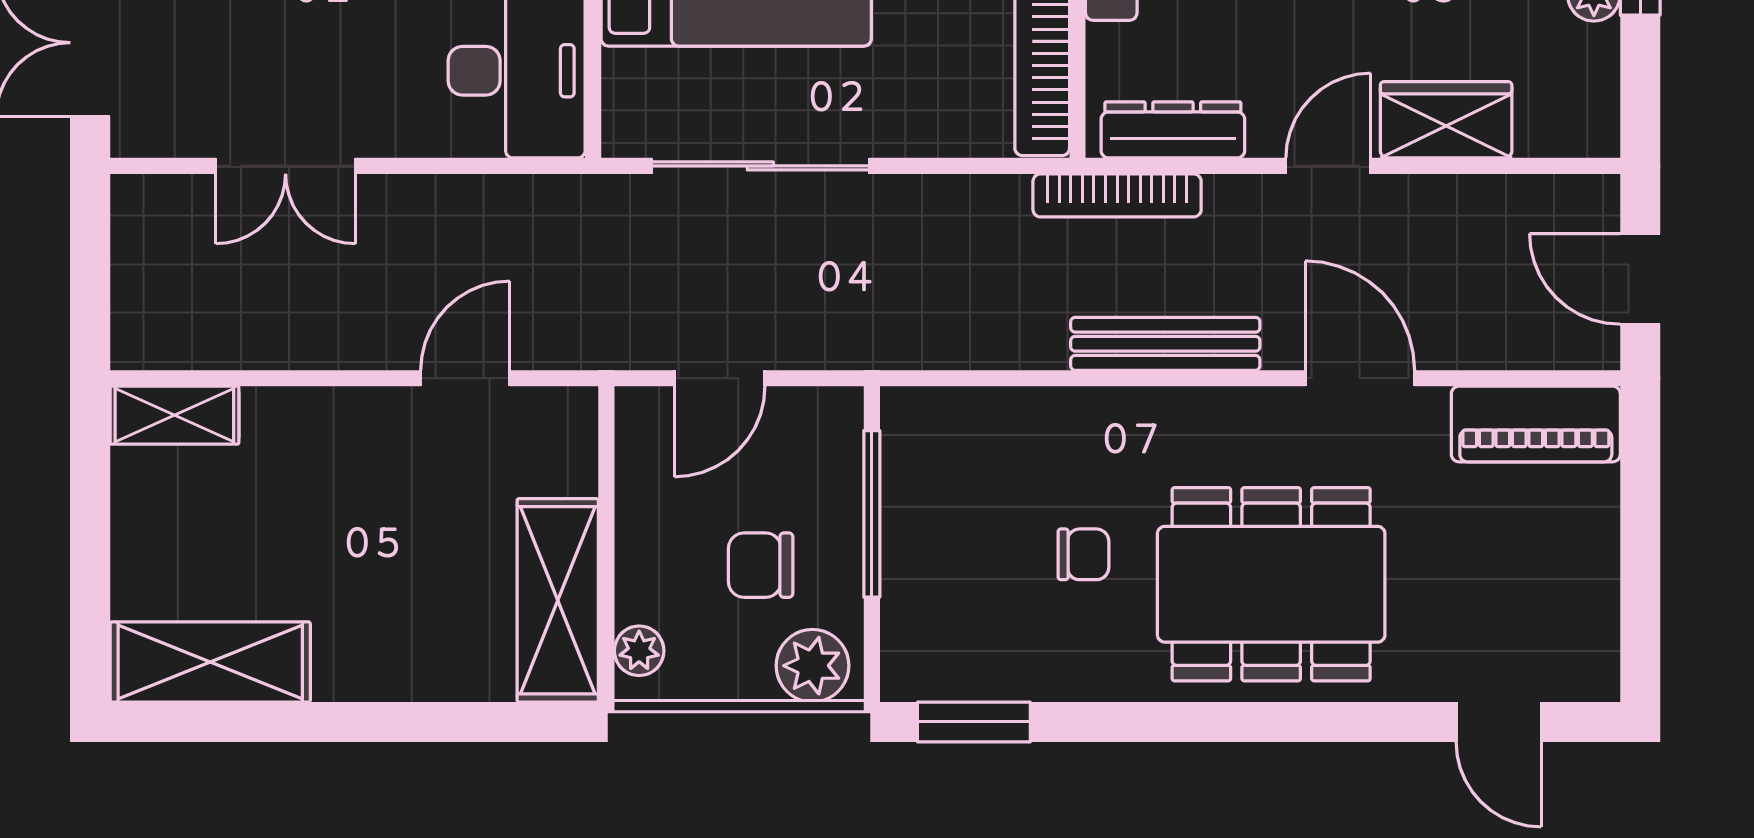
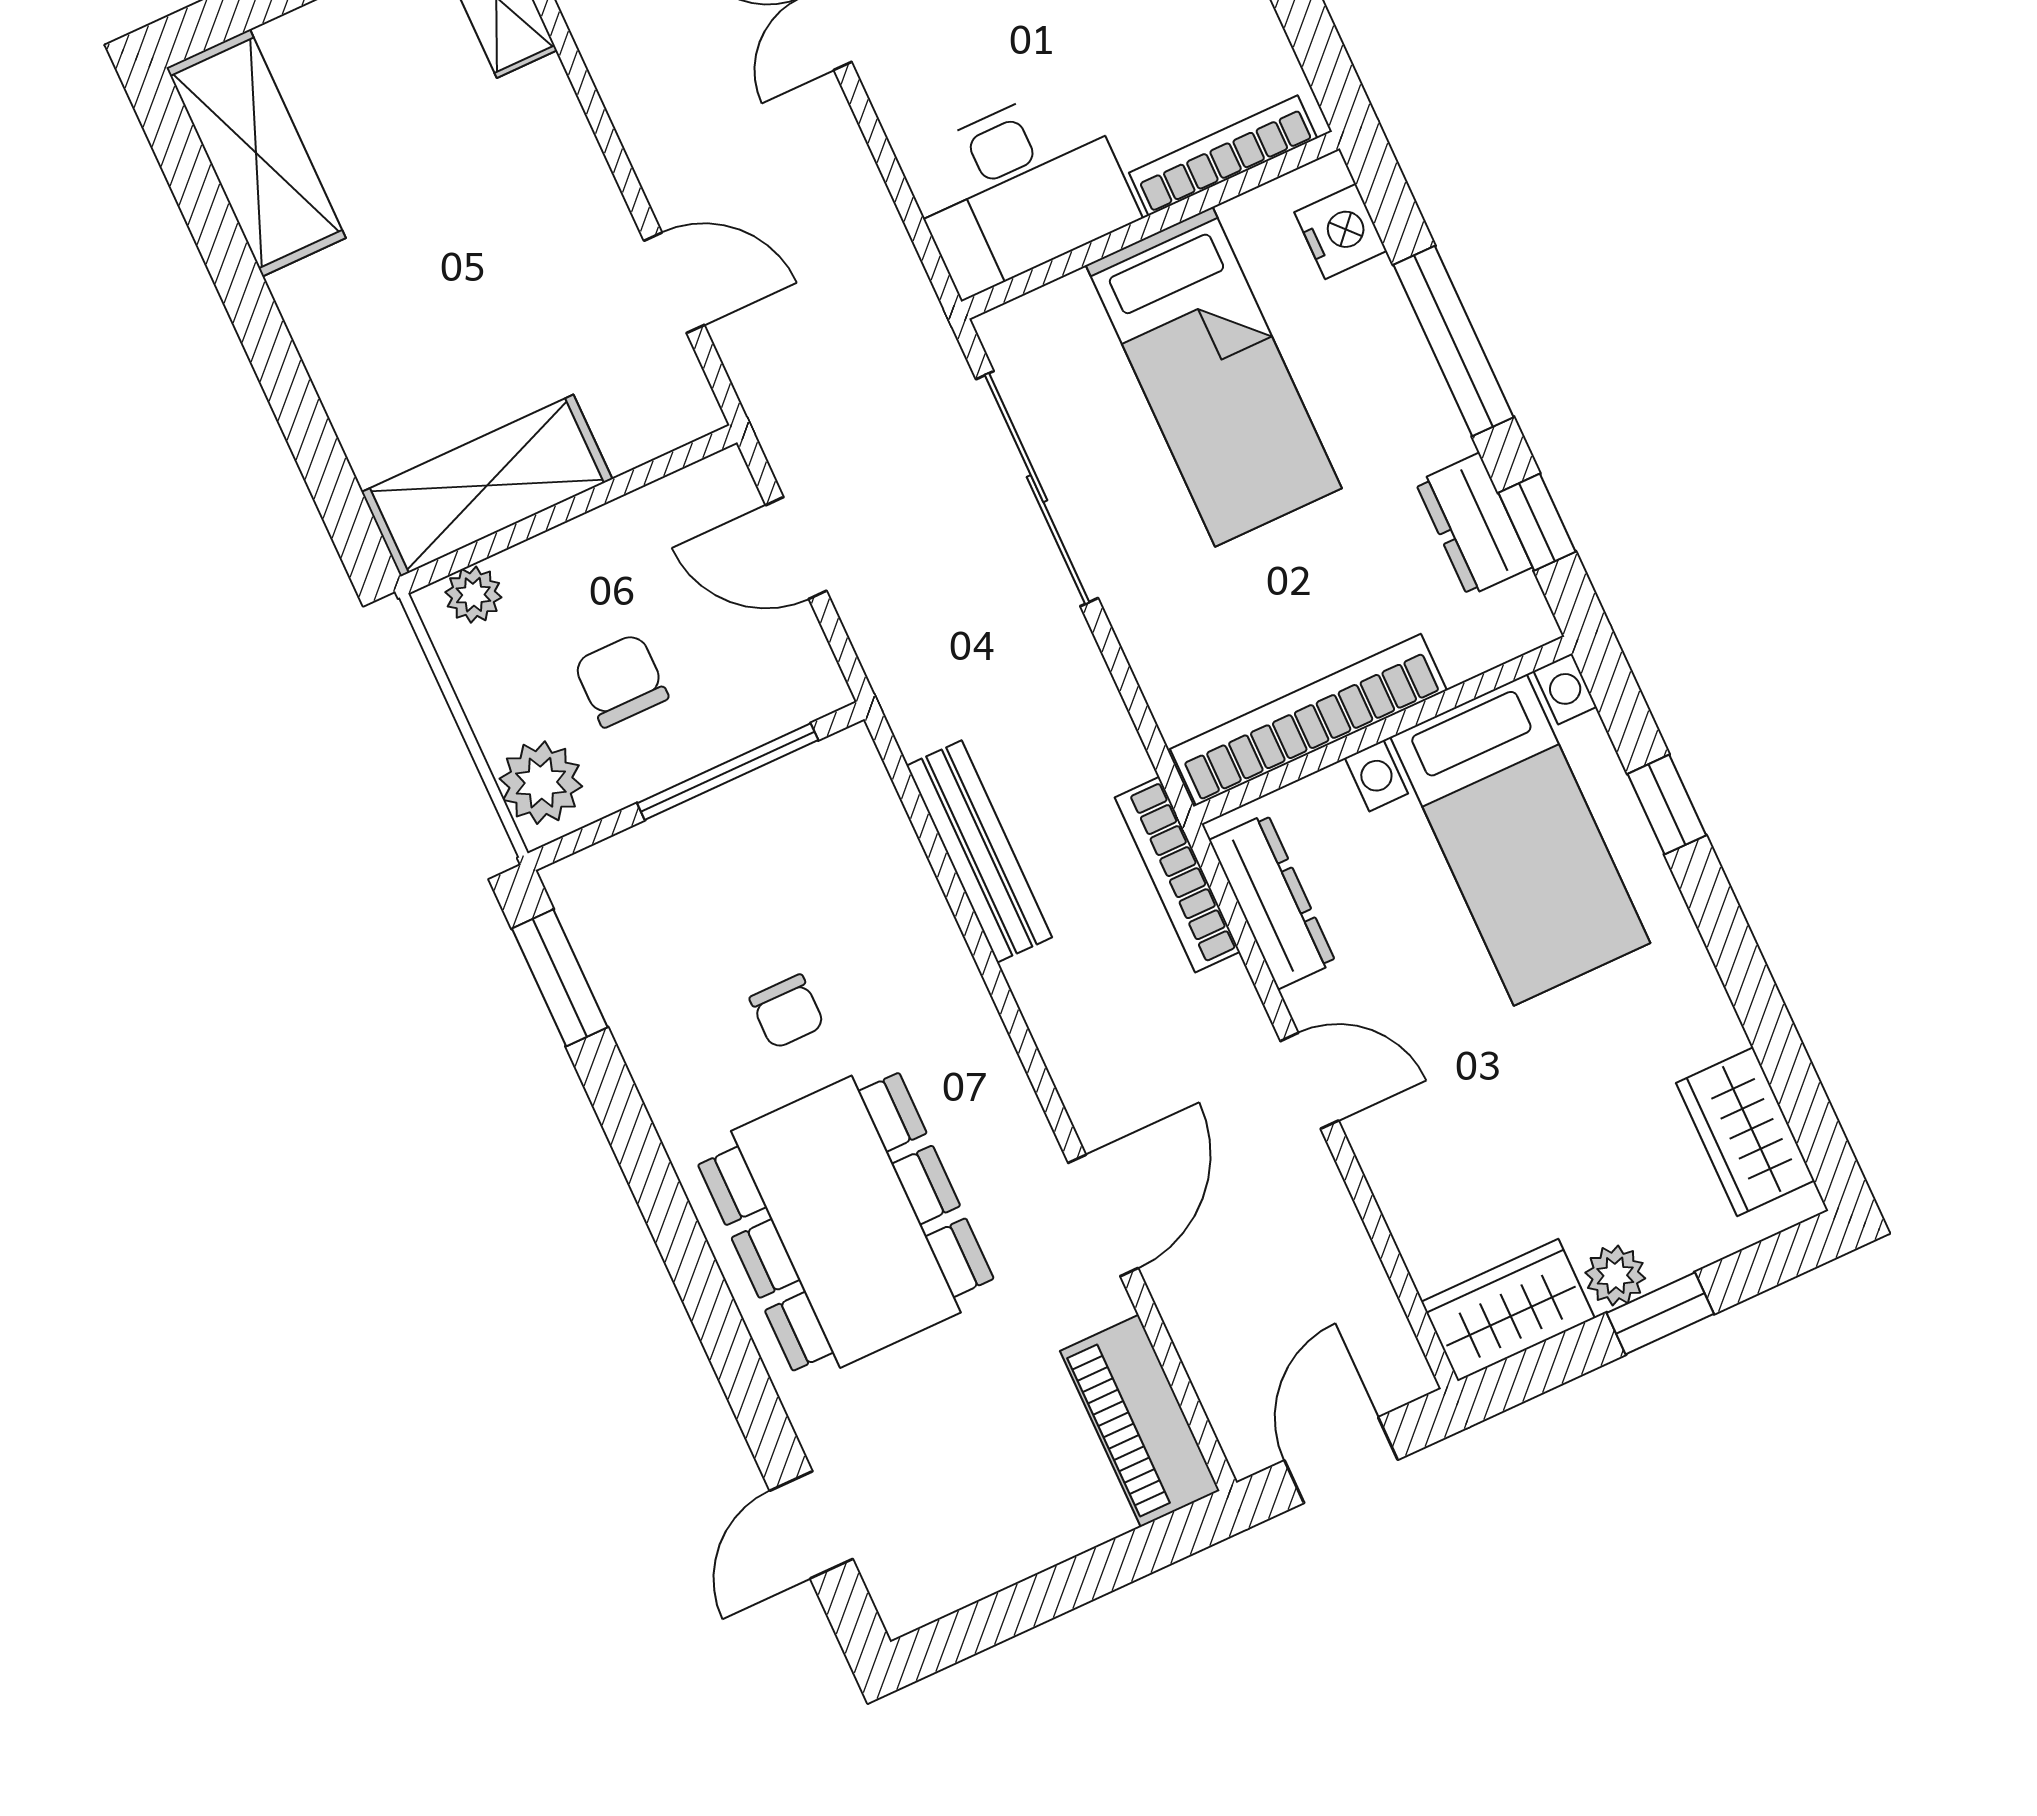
wardrobe: (1446, 120) -> (1508, 1310), moved, turned -90
bench: (1165, 344) -> (979, 852), moved

